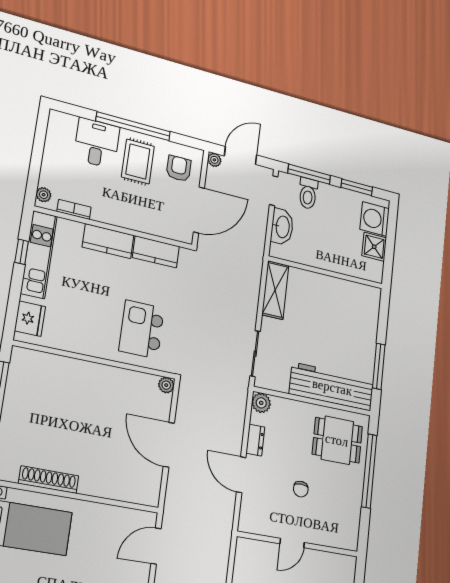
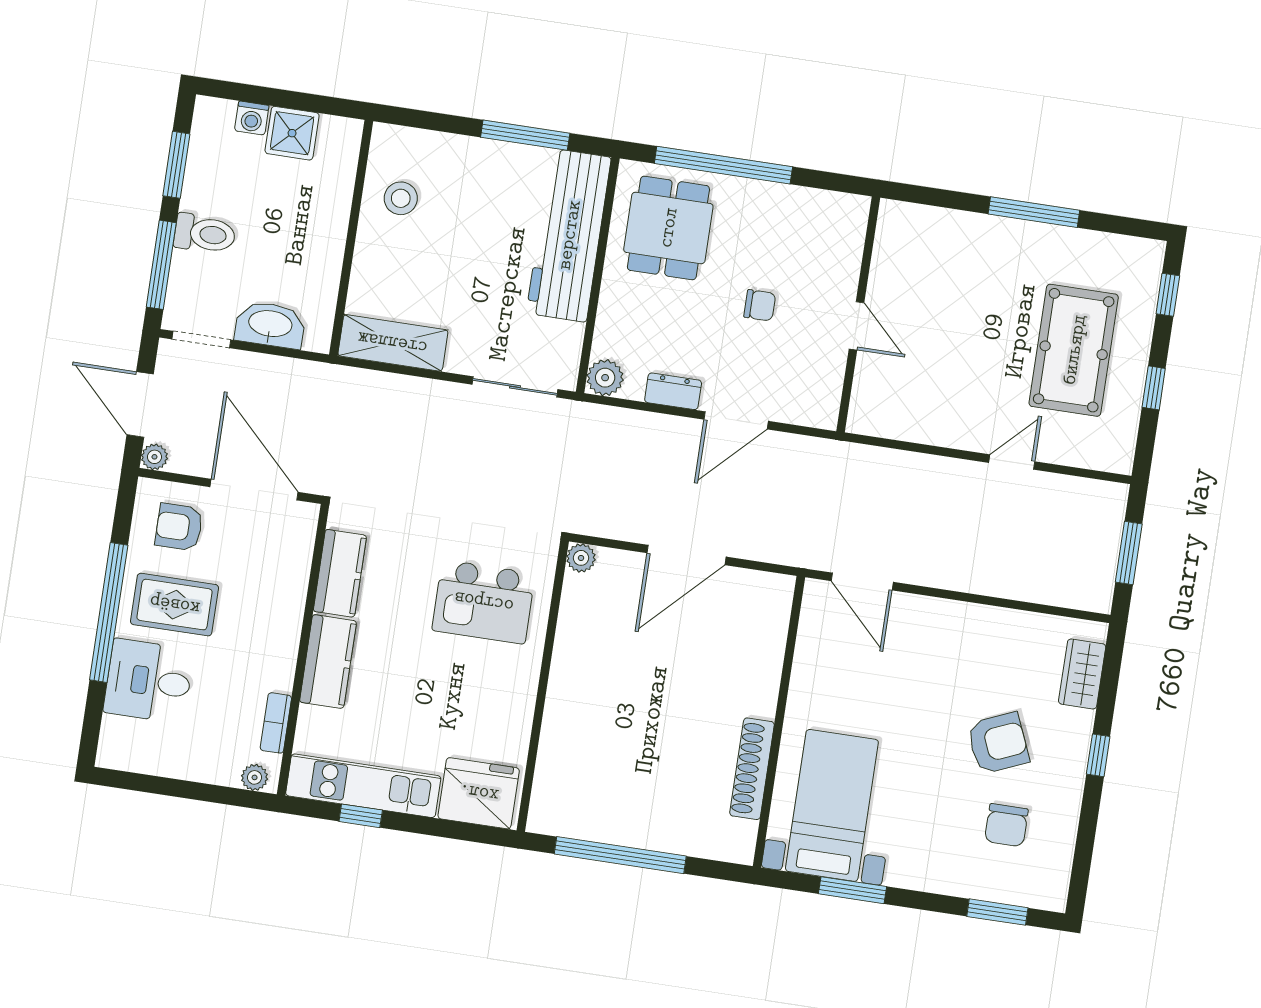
toilet: (308, 193) -> (205, 234), moved
washing machine: (375, 219) -> (252, 118), width x0.53, depth x0.53
stool: (346, 300) -> (401, 198), added
fridge: (30, 319) -> (479, 793), width x1.36, depth x1.34

